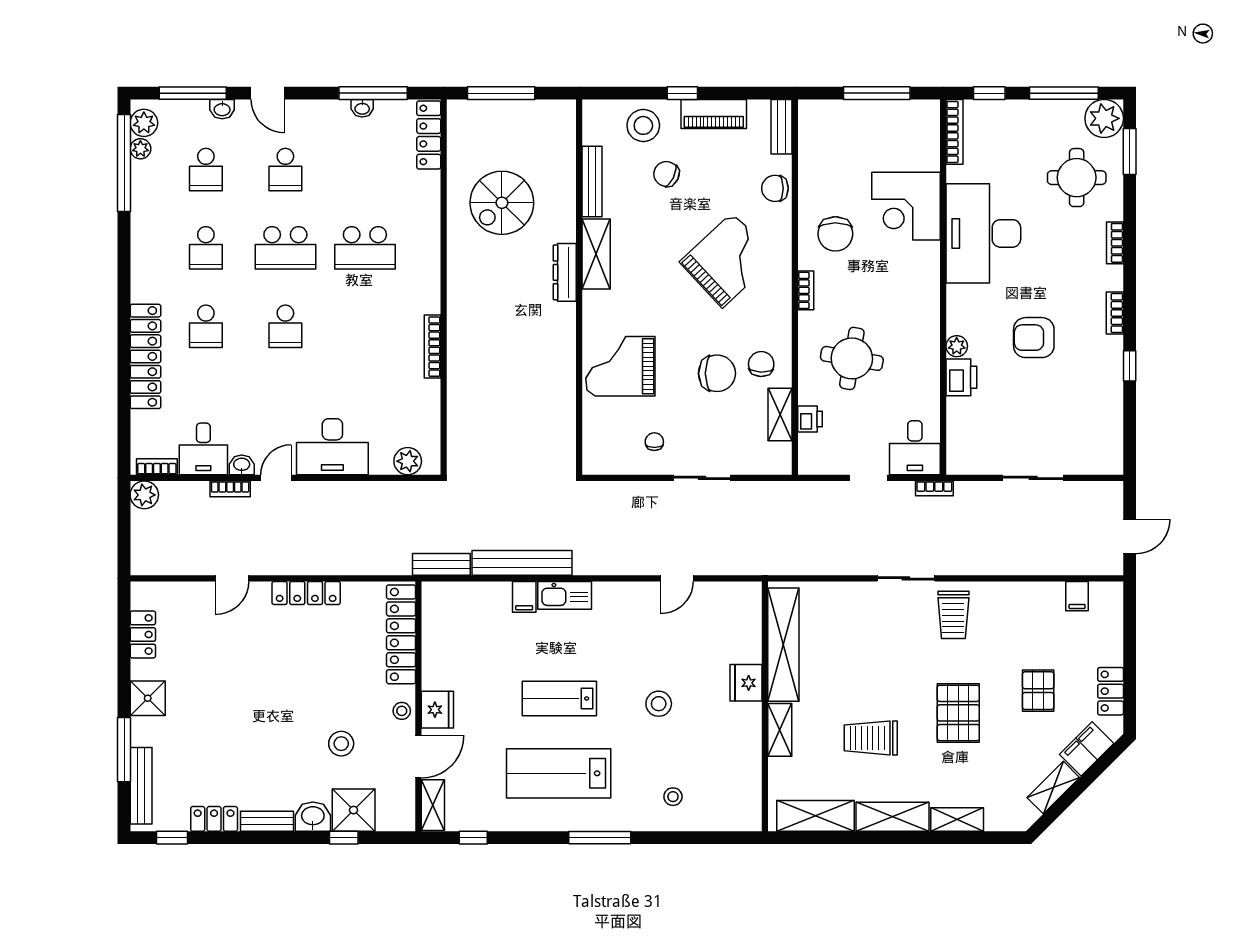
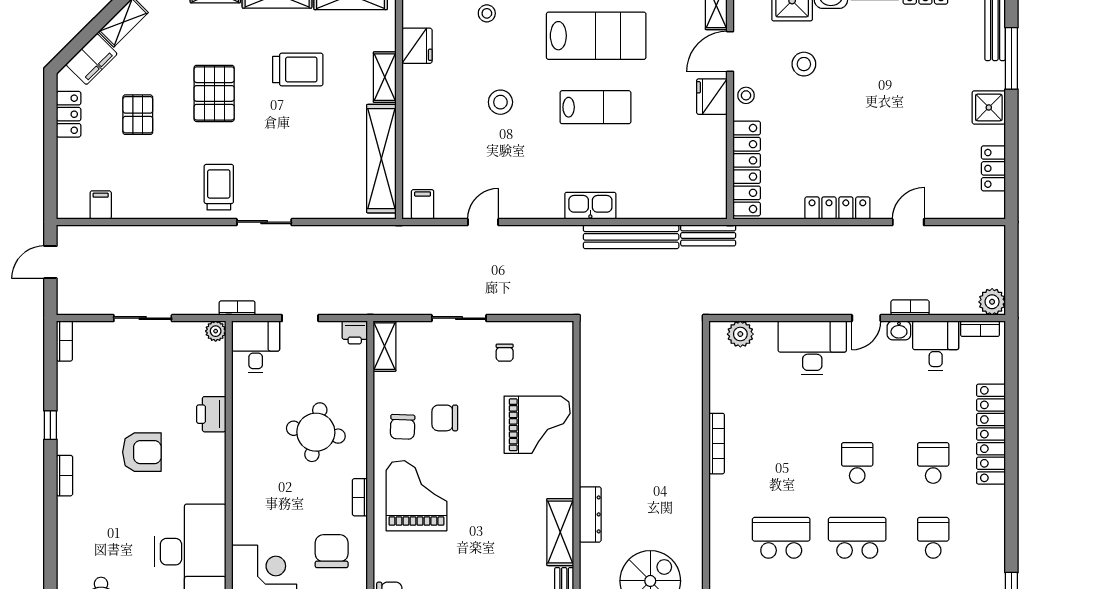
bookcase: (1115, 243) -> (64, 341), moved
grand piano: (727, 260) -> (416, 496), moved, turned 133
plant: (957, 346) -> (216, 331), moved
chair: (717, 373) -> (445, 418), width x0.73, depth x0.73
shelving: (780, 415) -> (384, 346), moved
printer: (810, 419) -> (355, 332), moved, turned -90
filing cabinet: (524, 597) -> (423, 204), moved
fridge: (746, 683) -> (417, 46), moved

